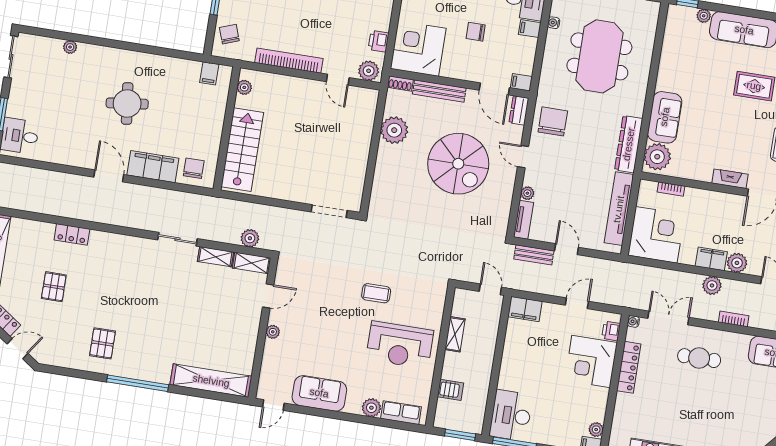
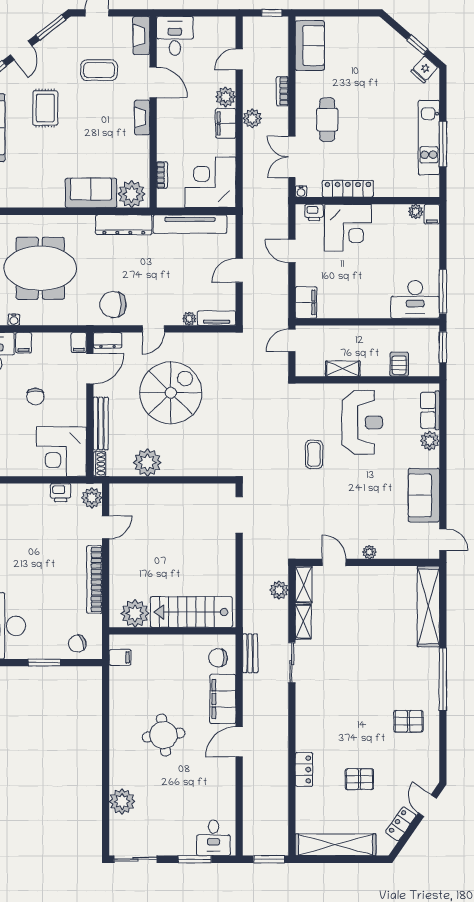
plant: (70, 47) -> (122, 801), width x1.88, depth x1.88
plant: (244, 87) -> (135, 613), width x1.87, depth x1.87
bench: (534, 255) -> (250, 653), moved

